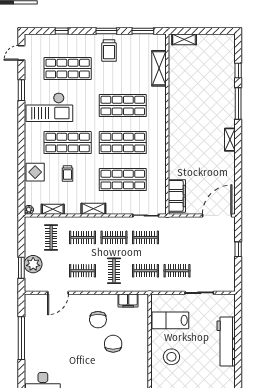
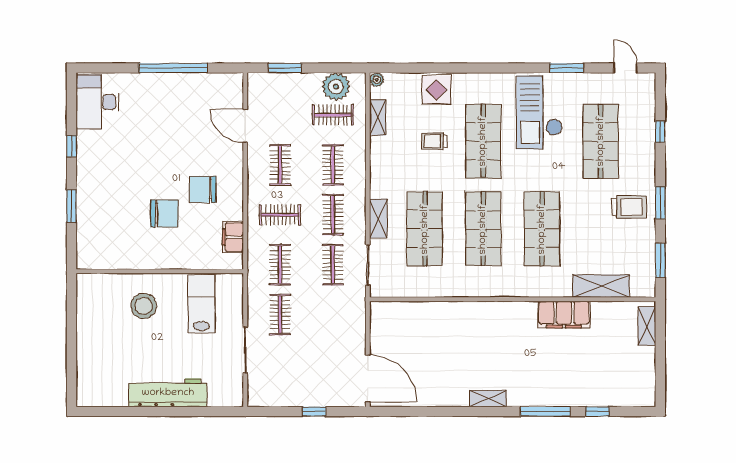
trolley: (109, 51) -> (629, 207), turned 180
filing cabinet: (177, 196) -> (564, 315), moved
shelving: (93, 209) -> (378, 218), moved
plant: (33, 264) -> (336, 87), moved

